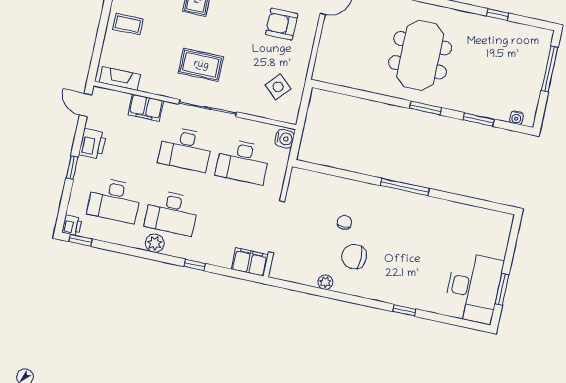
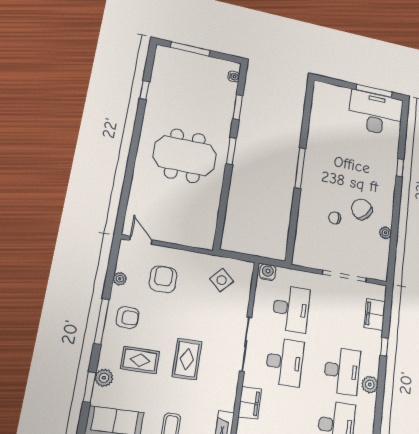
armchair: (282, 24) -> (163, 279), turned 180
rug: (201, 65) -> (187, 359), moved
chair: (354, 257) -> (362, 209), turned 134
filing cabinet: (250, 262) -> (375, 314), moved
window: (502, 289) -> (374, 91), width x1.44

